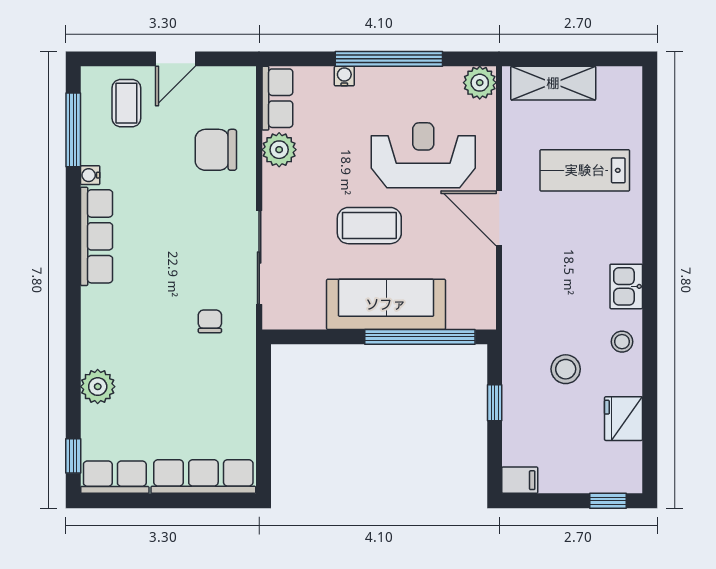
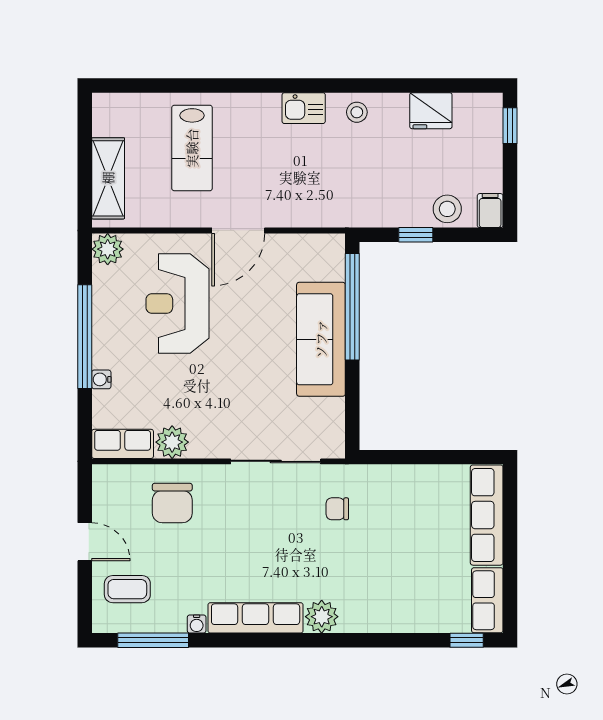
coffee table: (369, 226) -> (245, 355), removed
stool: (566, 369) -> (447, 209), moved
plant: (98, 387) -> (322, 617), moved

